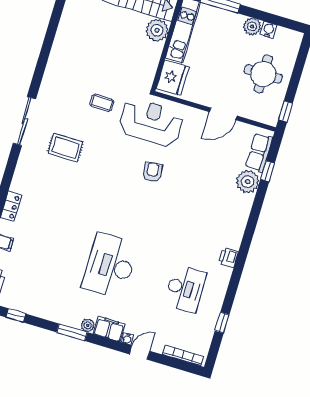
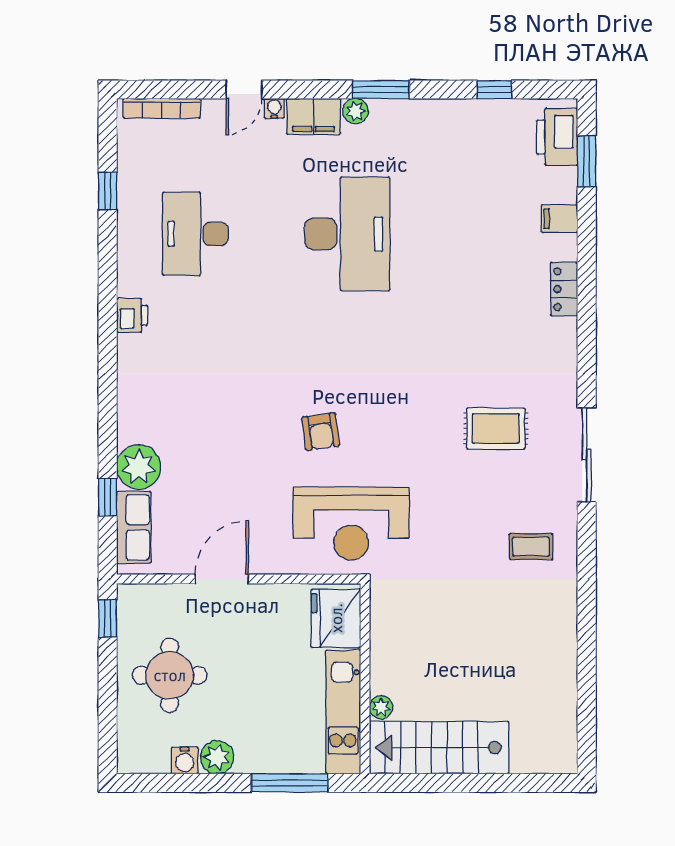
plant: (157, 30) -> (381, 707), width x0.53, depth x0.53
coffee table: (102, 103) -> (531, 547), moved

